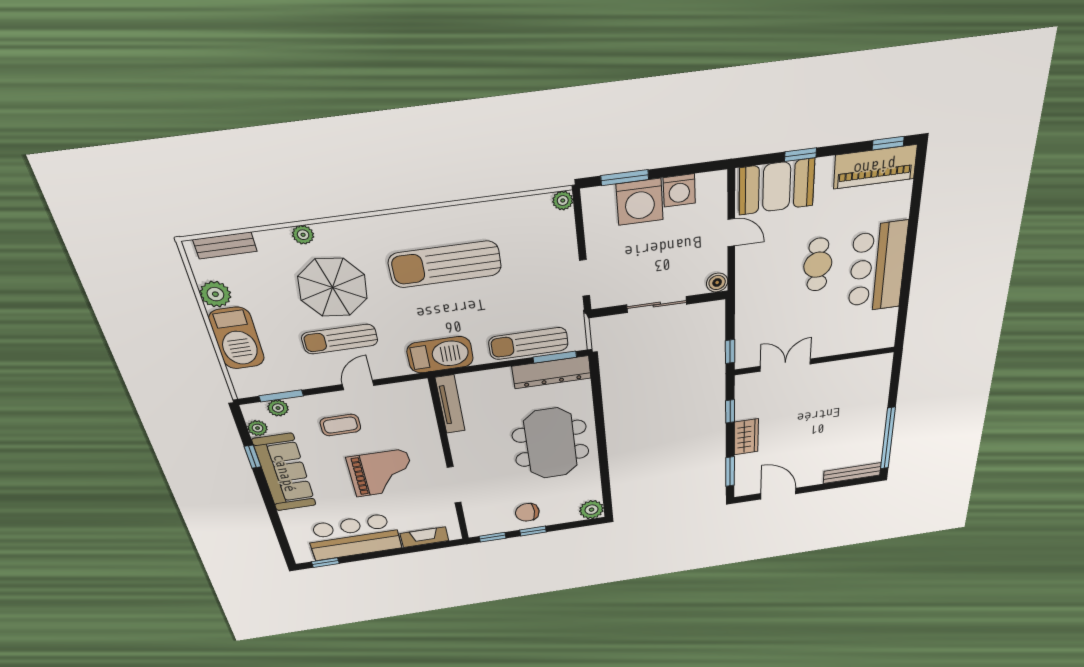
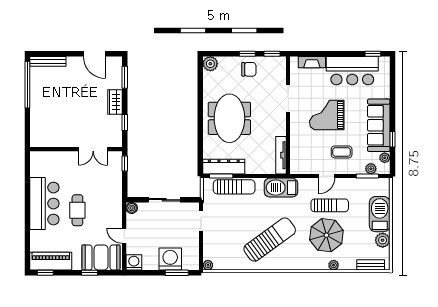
washing machine: (679, 190) -> (134, 262), moved
sun lounger: (445, 264) -> (270, 240), turned -36

